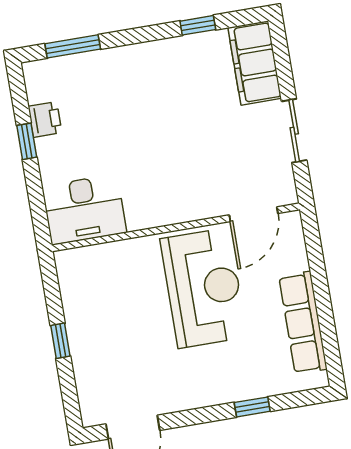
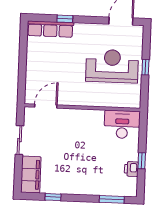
reception desk: (204, 288) -> (112, 66), moved, turned 90
row of seats: (303, 323) -> (50, 29), moved, turned 90

